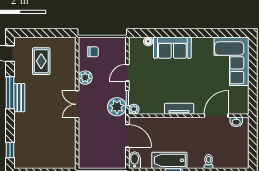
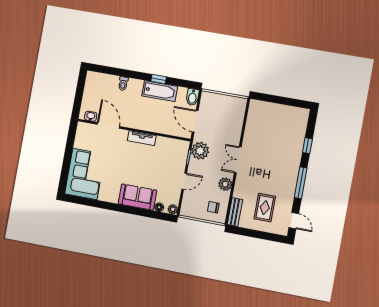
bench: (19, 98) -> (235, 212), moved
double door: (77, 104) -> (238, 160), swing flipped
plant: (134, 109) -> (173, 209), moved
door: (216, 116) -> (108, 125), swing flipped
window: (10, 150) -> (307, 146), moved

